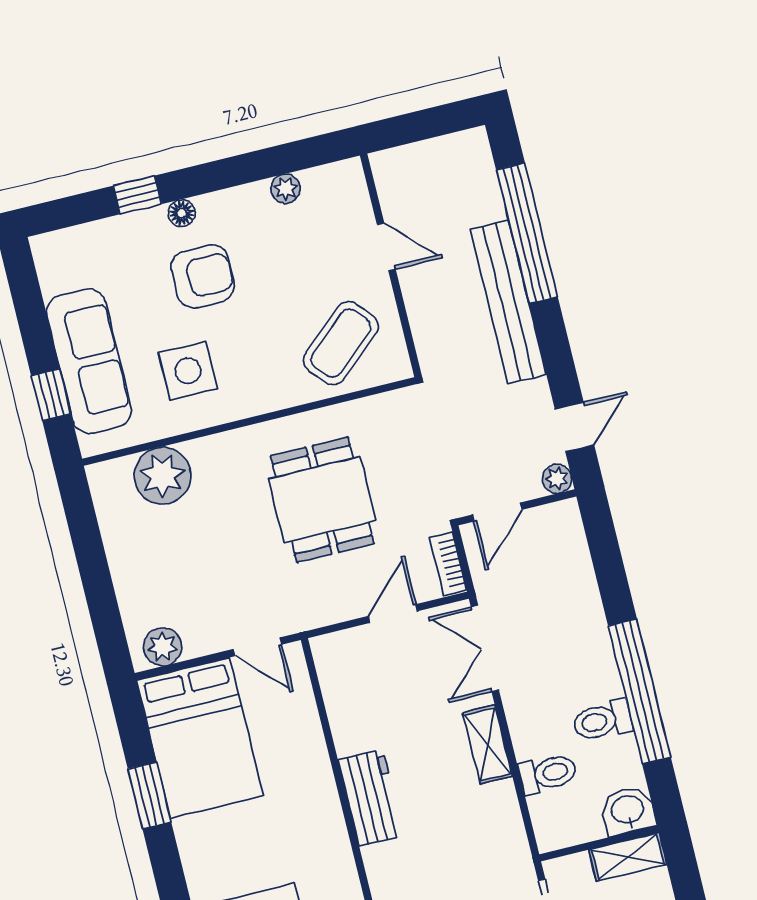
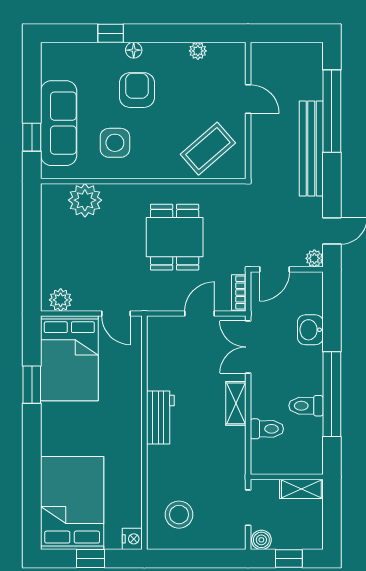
armchair: (203, 276) -> (137, 90), turned -90
washbasin: (628, 811) -> (310, 330), moved, turned -90

